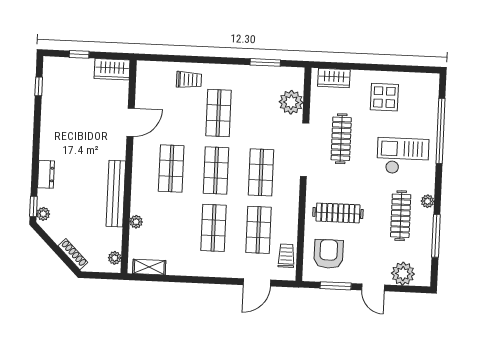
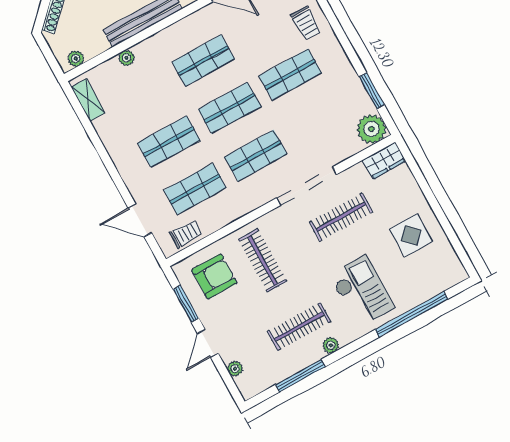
wardrobe: (334, 78) -> (384, 161), moved, turned -90
plant: (291, 102) -> (371, 129), moved
plant: (403, 274) -> (235, 369), width x0.53, depth x0.53

